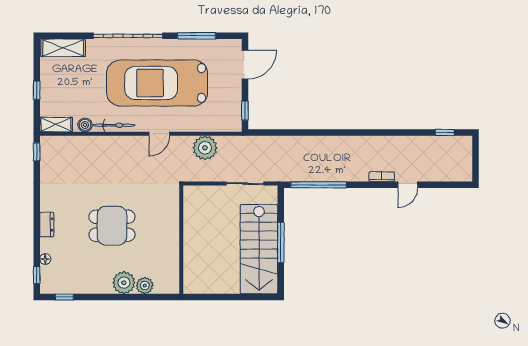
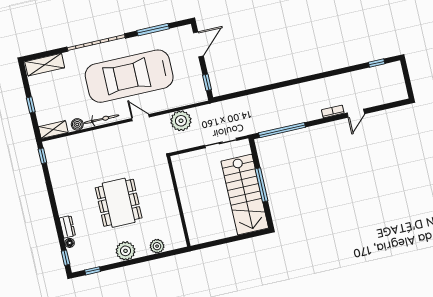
door: (159, 134) -> (140, 118), swing flipped
dresser: (47, 225) -> (67, 227), moved
dining table: (112, 226) -> (119, 203), width x1.38
plant: (124, 283) -> (126, 251), moved

